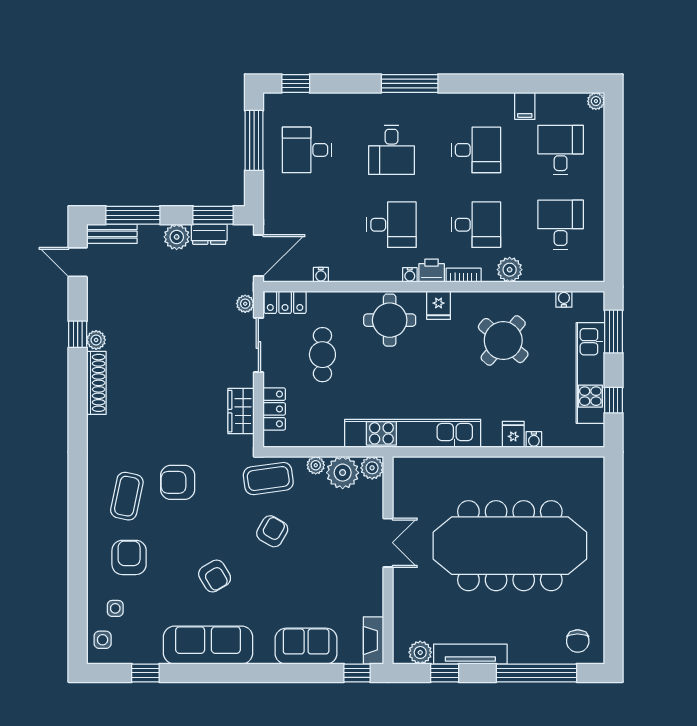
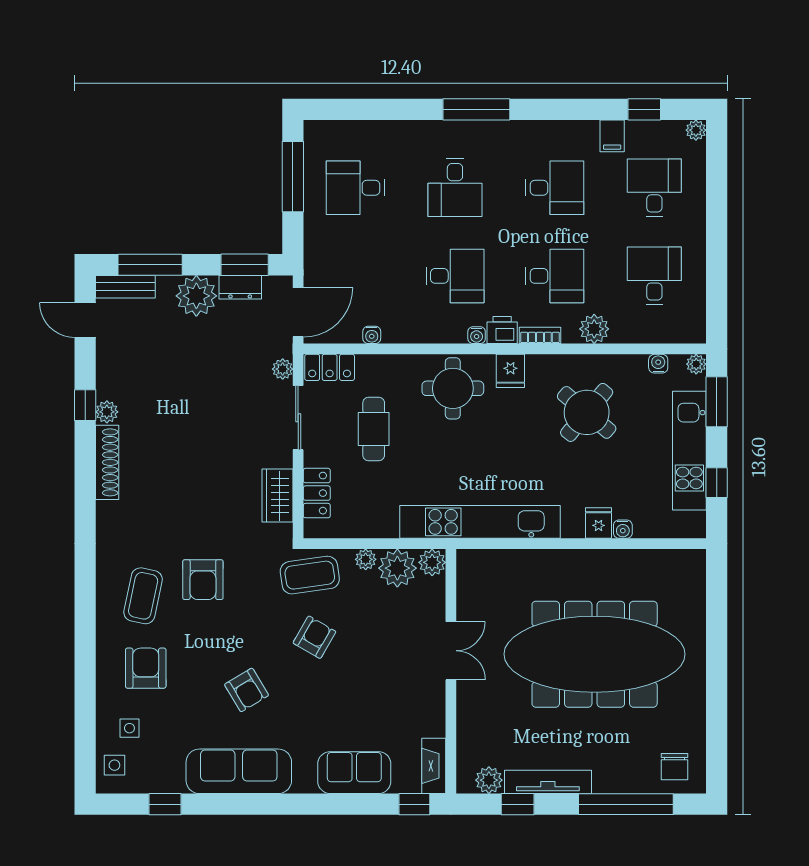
window: (296, 83) -> (644, 109), moved
plant: (177, 237) -> (196, 296), width x1.36, depth x1.36
plant: (596, 300) -> (696, 364), added
armchair: (178, 482) -> (203, 580), turned -90

